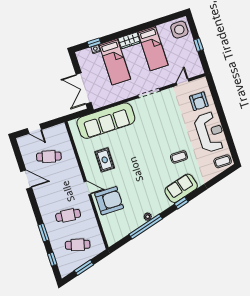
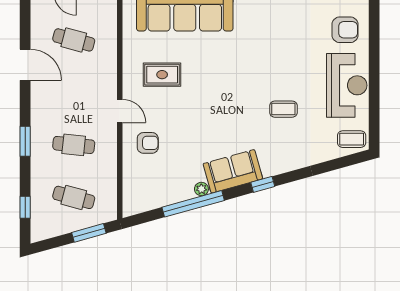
armchair: (199, 101) -> (345, 30), turned -90
rug: (105, 160) -> (162, 75), turned 90
sofa: (181, 188) -> (233, 171), moved
armchair: (109, 201) -> (148, 143), width x0.53, depth x0.53
window: (44, 233) -> (25, 141), moved
window: (84, 268) -> (89, 233), moved

